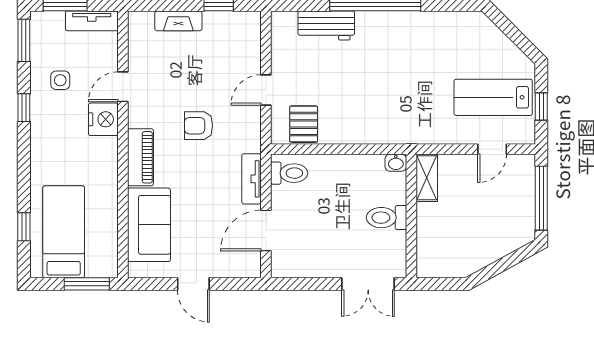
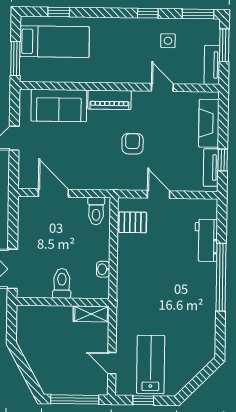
fireplace: (178, 21) -> (209, 123), width x1.37, depth x1.32
nightstand: (103, 119) -> (138, 73), removed
washbasin: (396, 163) -> (103, 269), moved
tv unit: (251, 179) -> (211, 168), moved, turned -90

